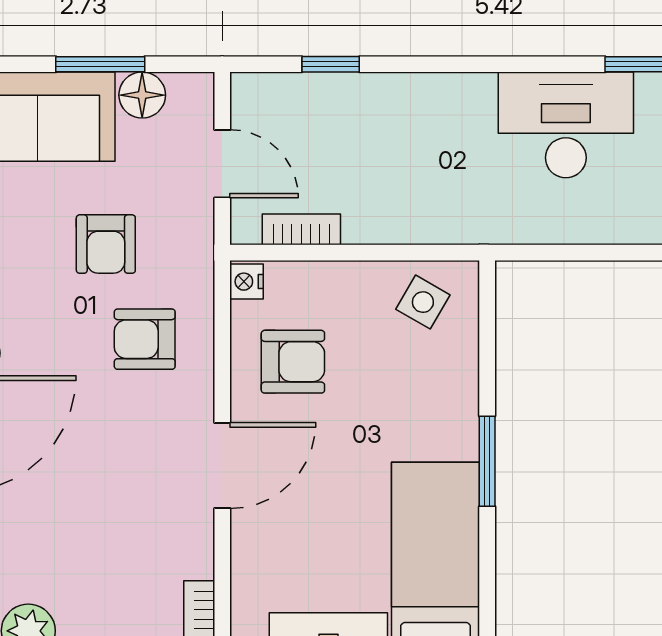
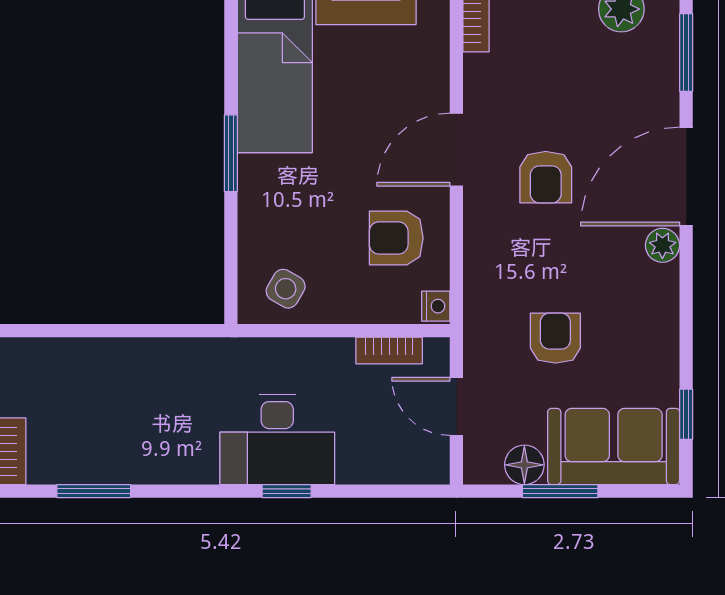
window: (331, 64) -> (287, 491), moved
desk: (566, 125) -> (277, 439), moved
armchair: (145, 339) -> (546, 177), moved, turned 90

